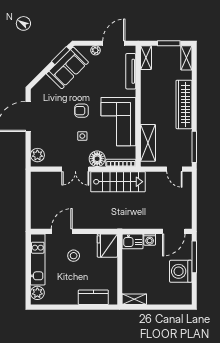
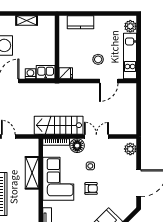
shelving: (148, 143) -> (32, 173), moved
fridge: (107, 246) -> (66, 73), width x0.53, depth x0.75
shelving: (134, 299) -> (27, 21), moved

